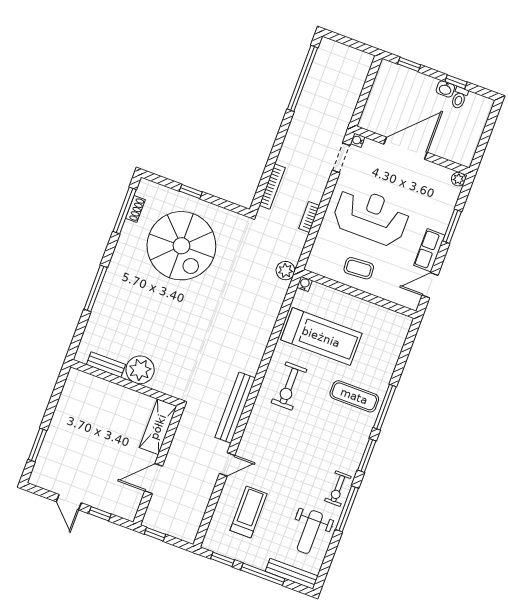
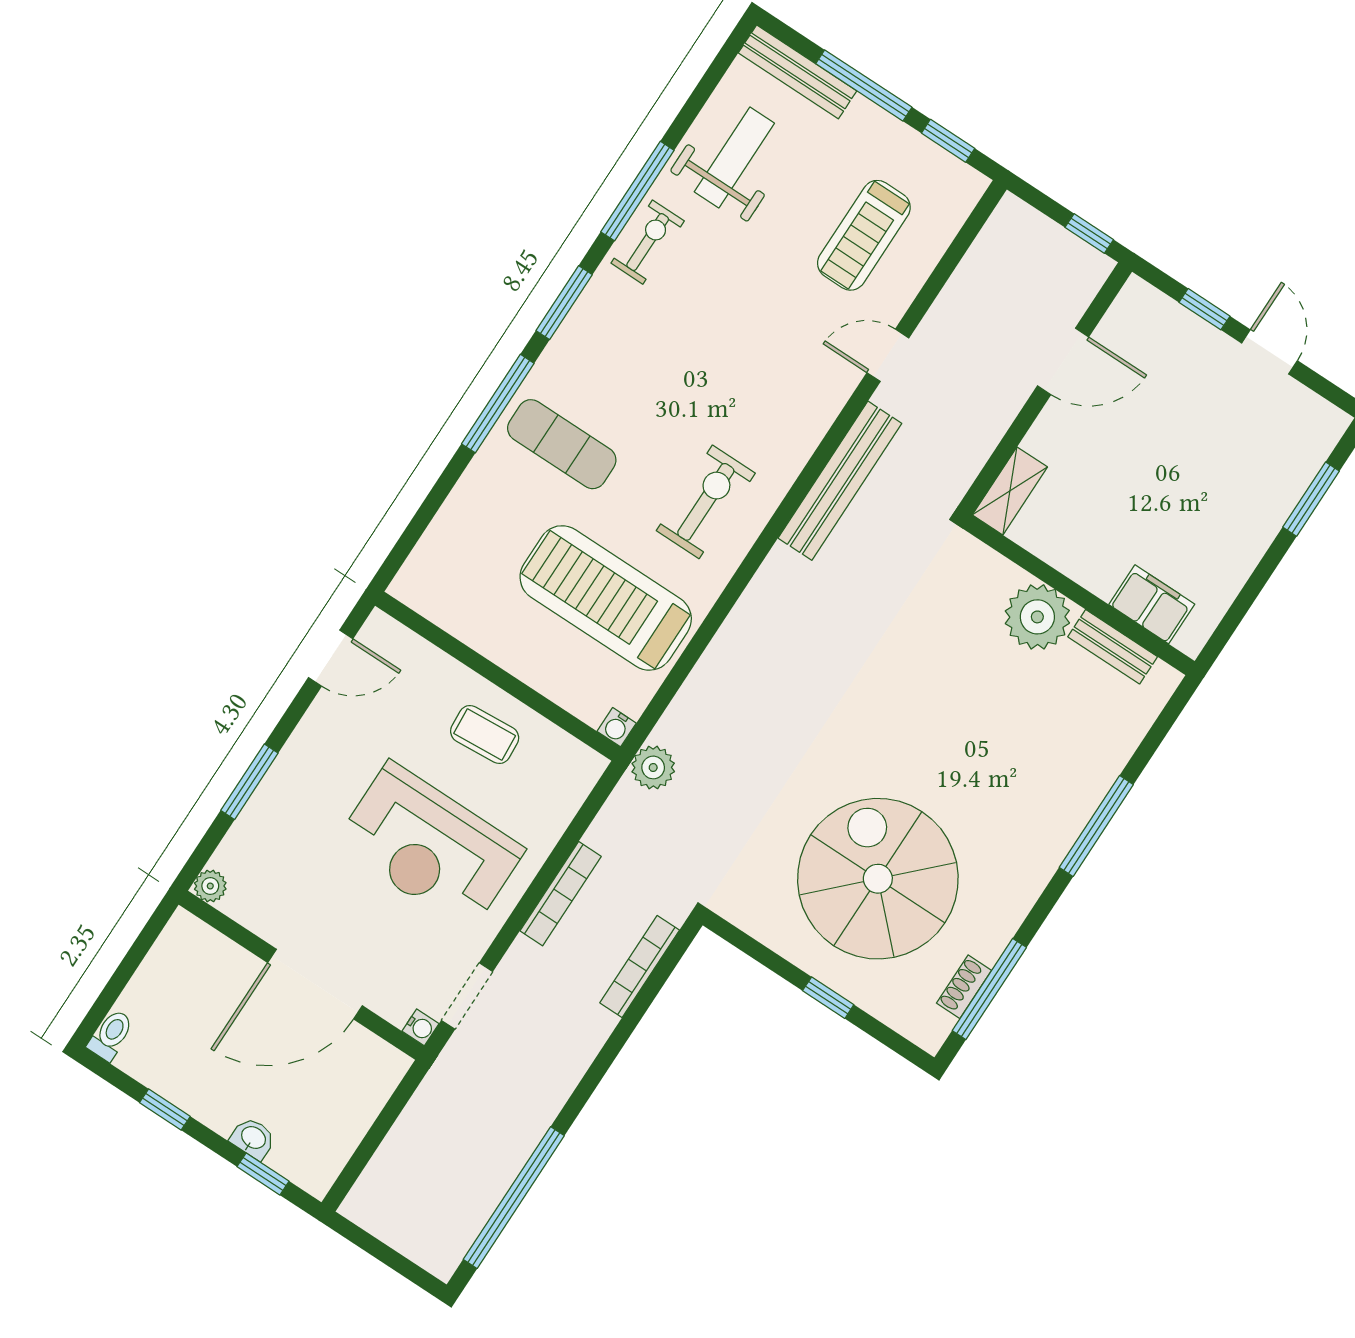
washbasin: (445, 89) -> (253, 1138), moved
toilet: (459, 98) -> (111, 1035), moved
bookcase: (309, 217) -> (561, 894), width x1.56
row of seats: (429, 250) -> (314, 739), removed
filing cabinet: (94, 386) -> (1152, 604), added
shelving: (158, 427) -> (1010, 491), width x0.67, depth x0.75

